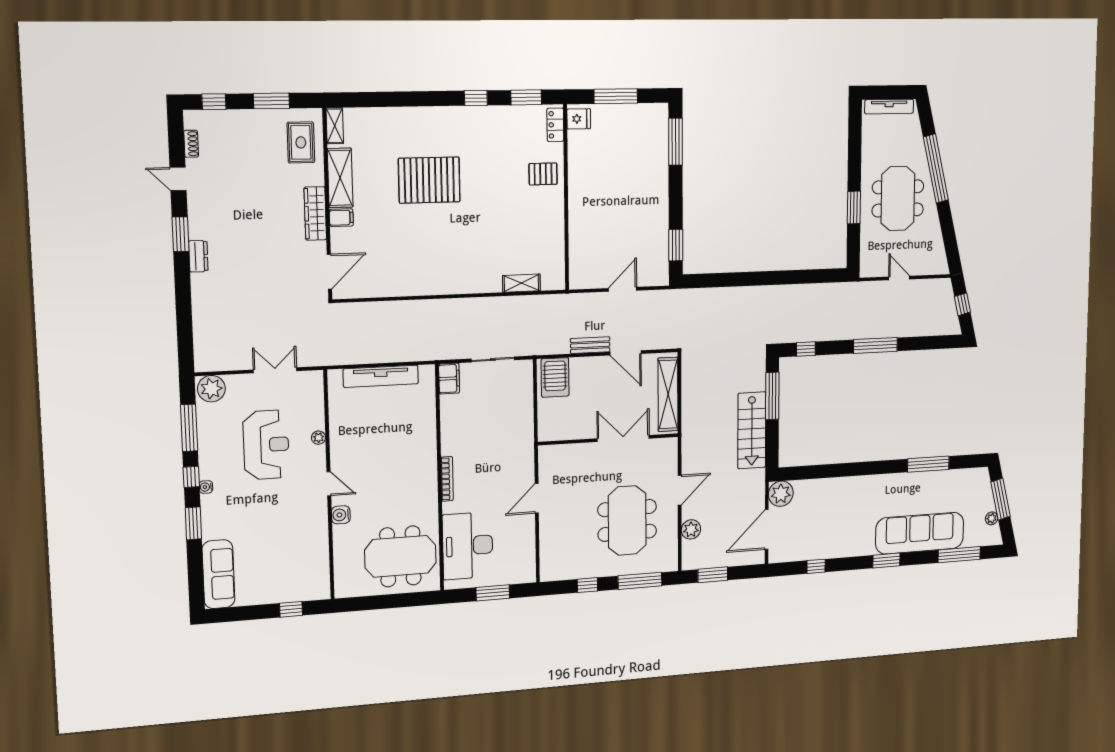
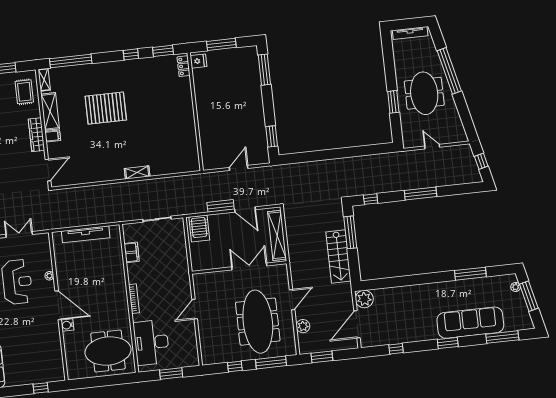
window: (380, 99) -> (71, 61), added
pallet: (543, 174) -> (179, 98), removed
shelving: (521, 283) -> (137, 172), moved
filing cabinet: (449, 379) -> (132, 252), moved
door: (329, 484) -> (58, 305), width x1.87
plant: (992, 518) -> (516, 287), moved
meeting table: (627, 520) -> (258, 322), width x1.36

